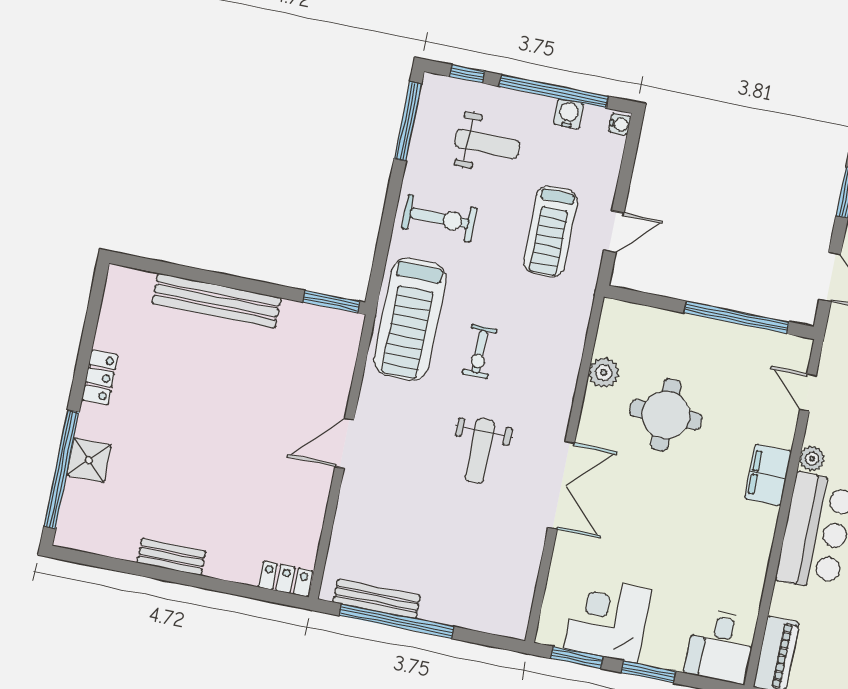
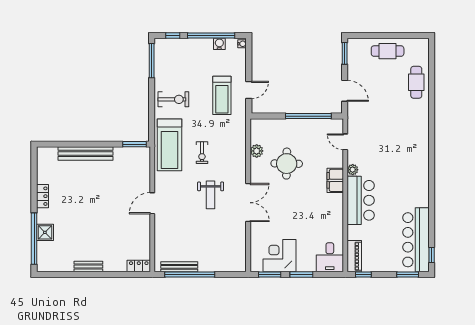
weight bench: (487, 144) -> (187, 63), removed

